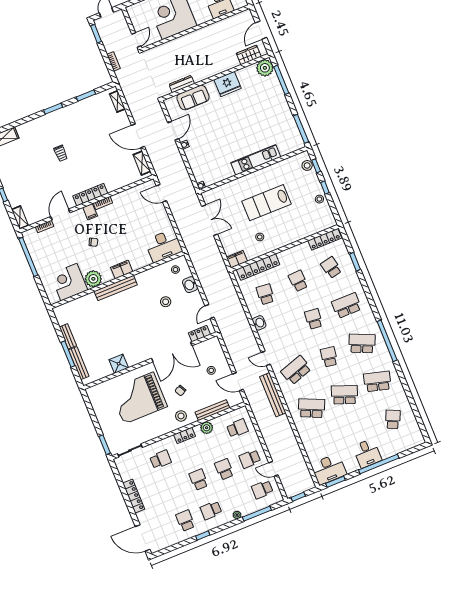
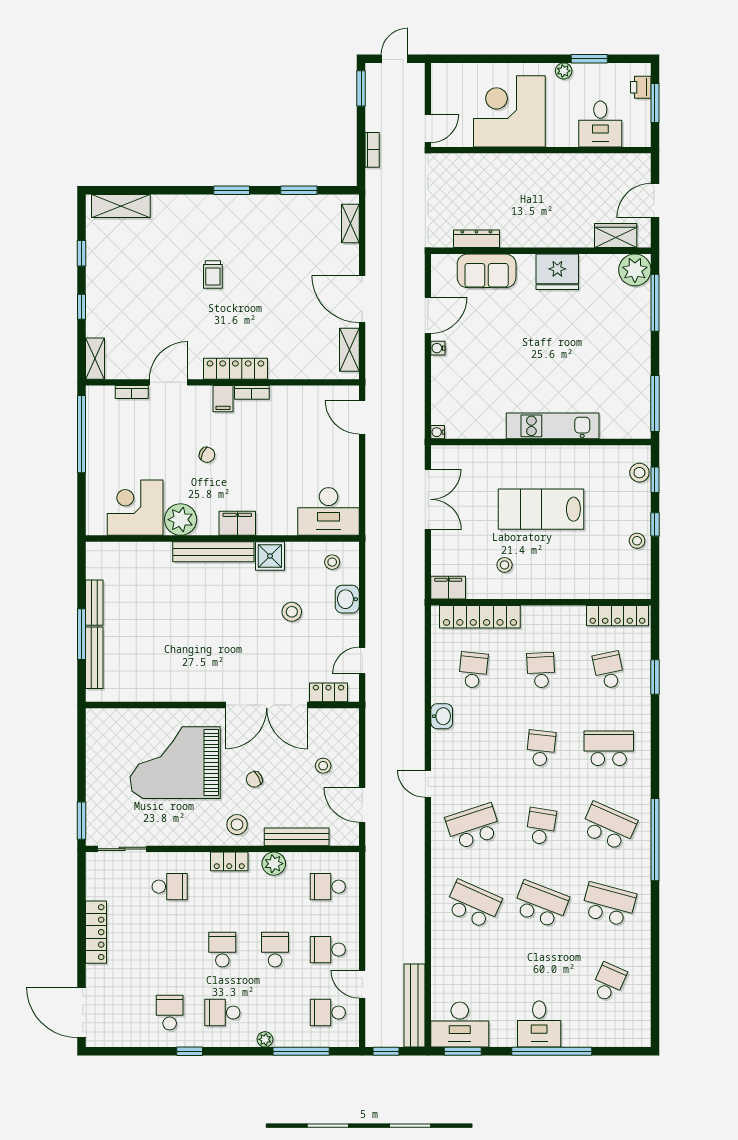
shower: (119, 364) -> (270, 556), moved
bench: (273, 395) -> (414, 1006), moved
school desk: (237, 428) -> (328, 887), turned 180

